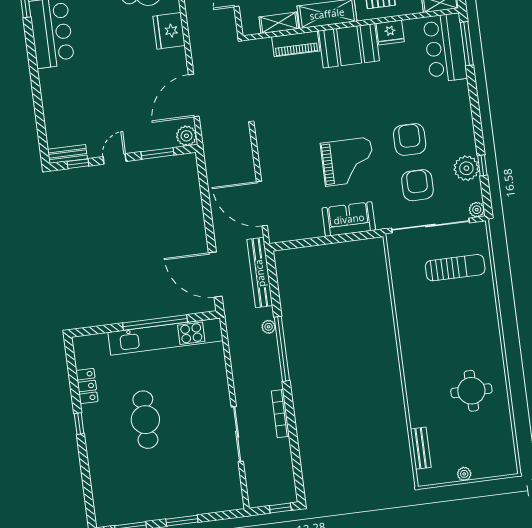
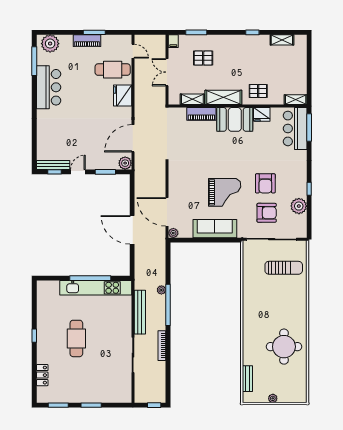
armchair: (410, 139) -> (265, 183), turned 180
bench: (67, 154) -> (53, 165), width x1.36
window: (482, 165) -> (309, 189), moved
armchair: (417, 185) -> (267, 213), turned 90
plant: (477, 210) -> (173, 233), moved
sofa: (349, 219) -> (215, 229), width x1.36
bench: (260, 273) -> (140, 312), moved
door: (215, 275) -> (132, 230), moved
locker: (87, 386) -> (42, 375), moved
round table: (471, 391) -> (284, 347), width x1.36, depth x1.36

